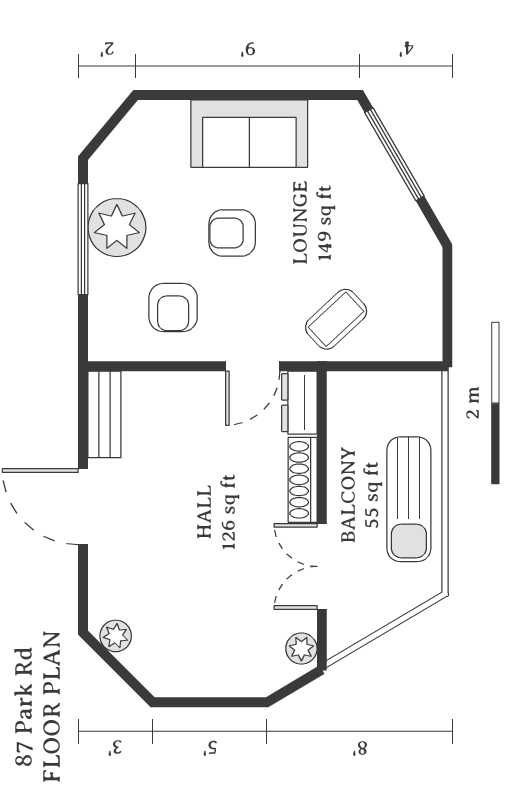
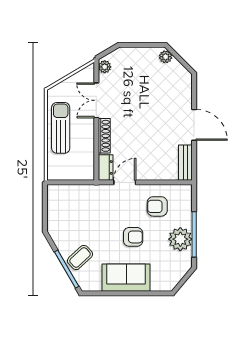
armchair: (173, 307) -> (157, 206), turned -90
coffee table: (336, 319) -> (80, 257), moved
double door: (322, 566) -> (96, 100), swing flipped
plant: (116, 636) -> (166, 57), moved

